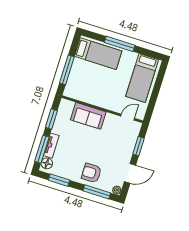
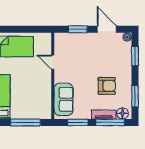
sofa: (88, 116) -> (64, 99), moved
door: (128, 117) -> (53, 62), moved
armchair: (91, 173) -> (107, 86), moved, turned -90
window: (97, 192) -> (135, 56), width x0.69

